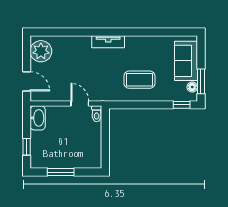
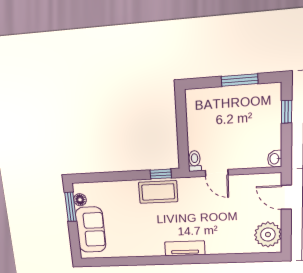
coffee table: (139, 80) -> (158, 192), moved
window: (182, 105) -> (161, 174), moved
washbasin: (38, 118) -> (275, 159), width x0.52, depth x0.69

